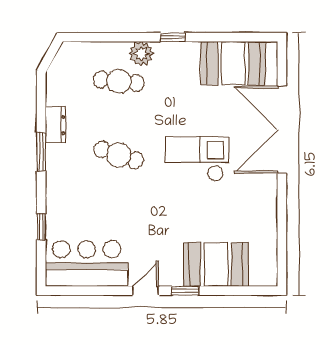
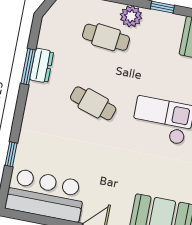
window: (41, 152) -> (28, 67), moved

